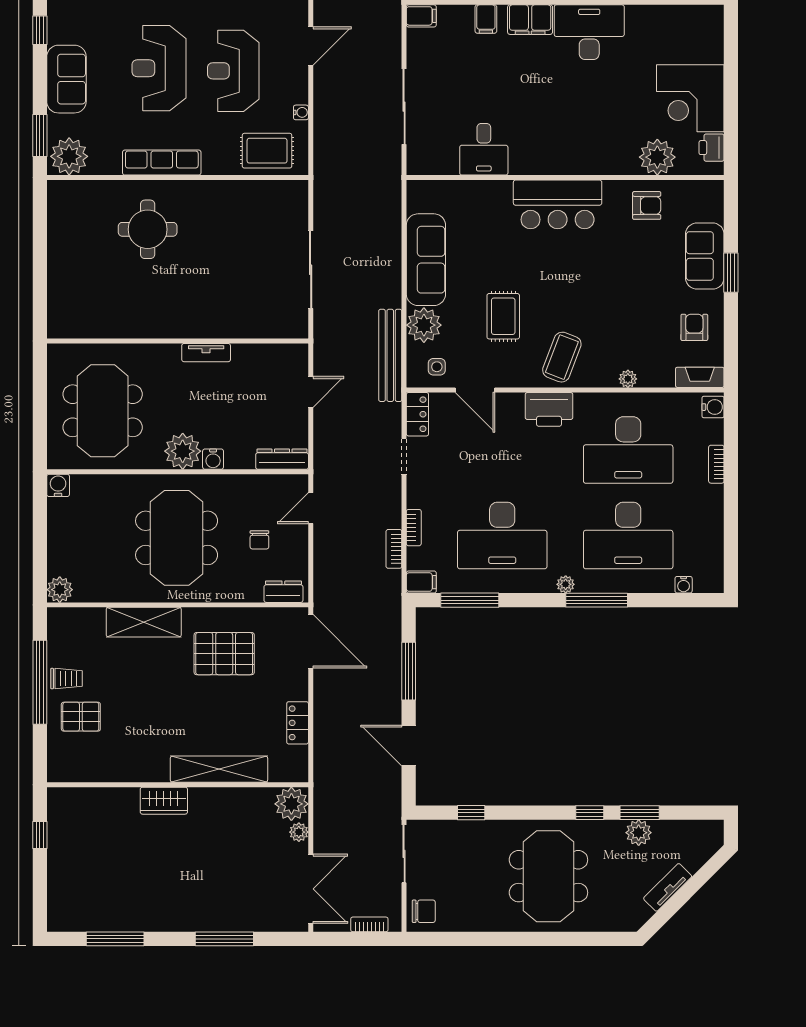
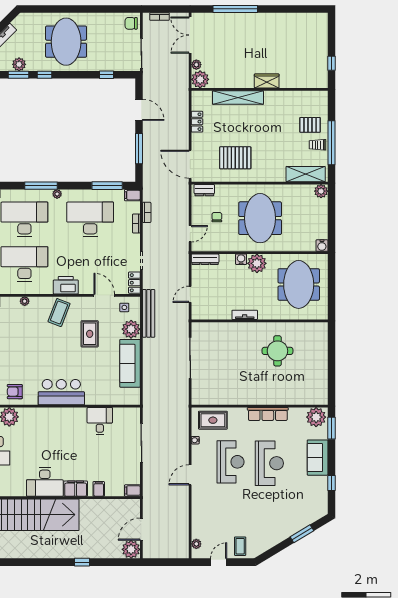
round table: (148, 229) -> (277, 351), moved
shelving: (144, 622) -> (306, 174), moved
window: (115, 939) -> (292, 9), removed
window: (224, 939) -> (235, 9), width x1.46

